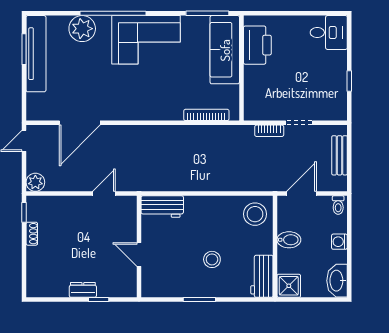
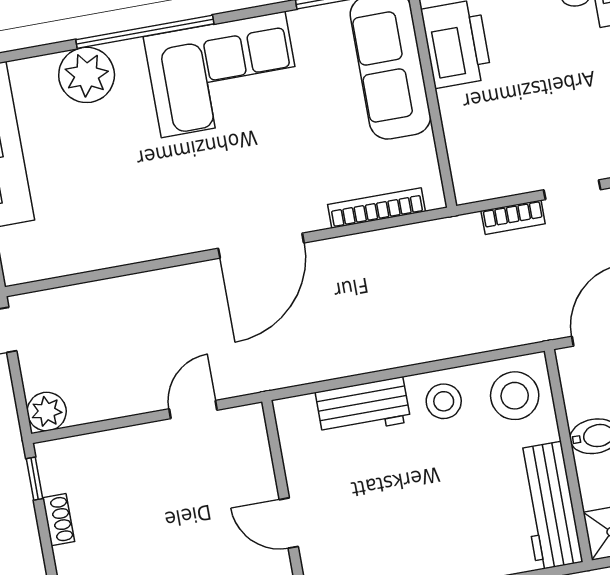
door: (80, 123) -> (261, 246), moved
workbench: (162, 207) -> (363, 407), moved
stool: (212, 259) -> (444, 401), moved
workbench: (262, 276) -> (549, 506), width x1.38

